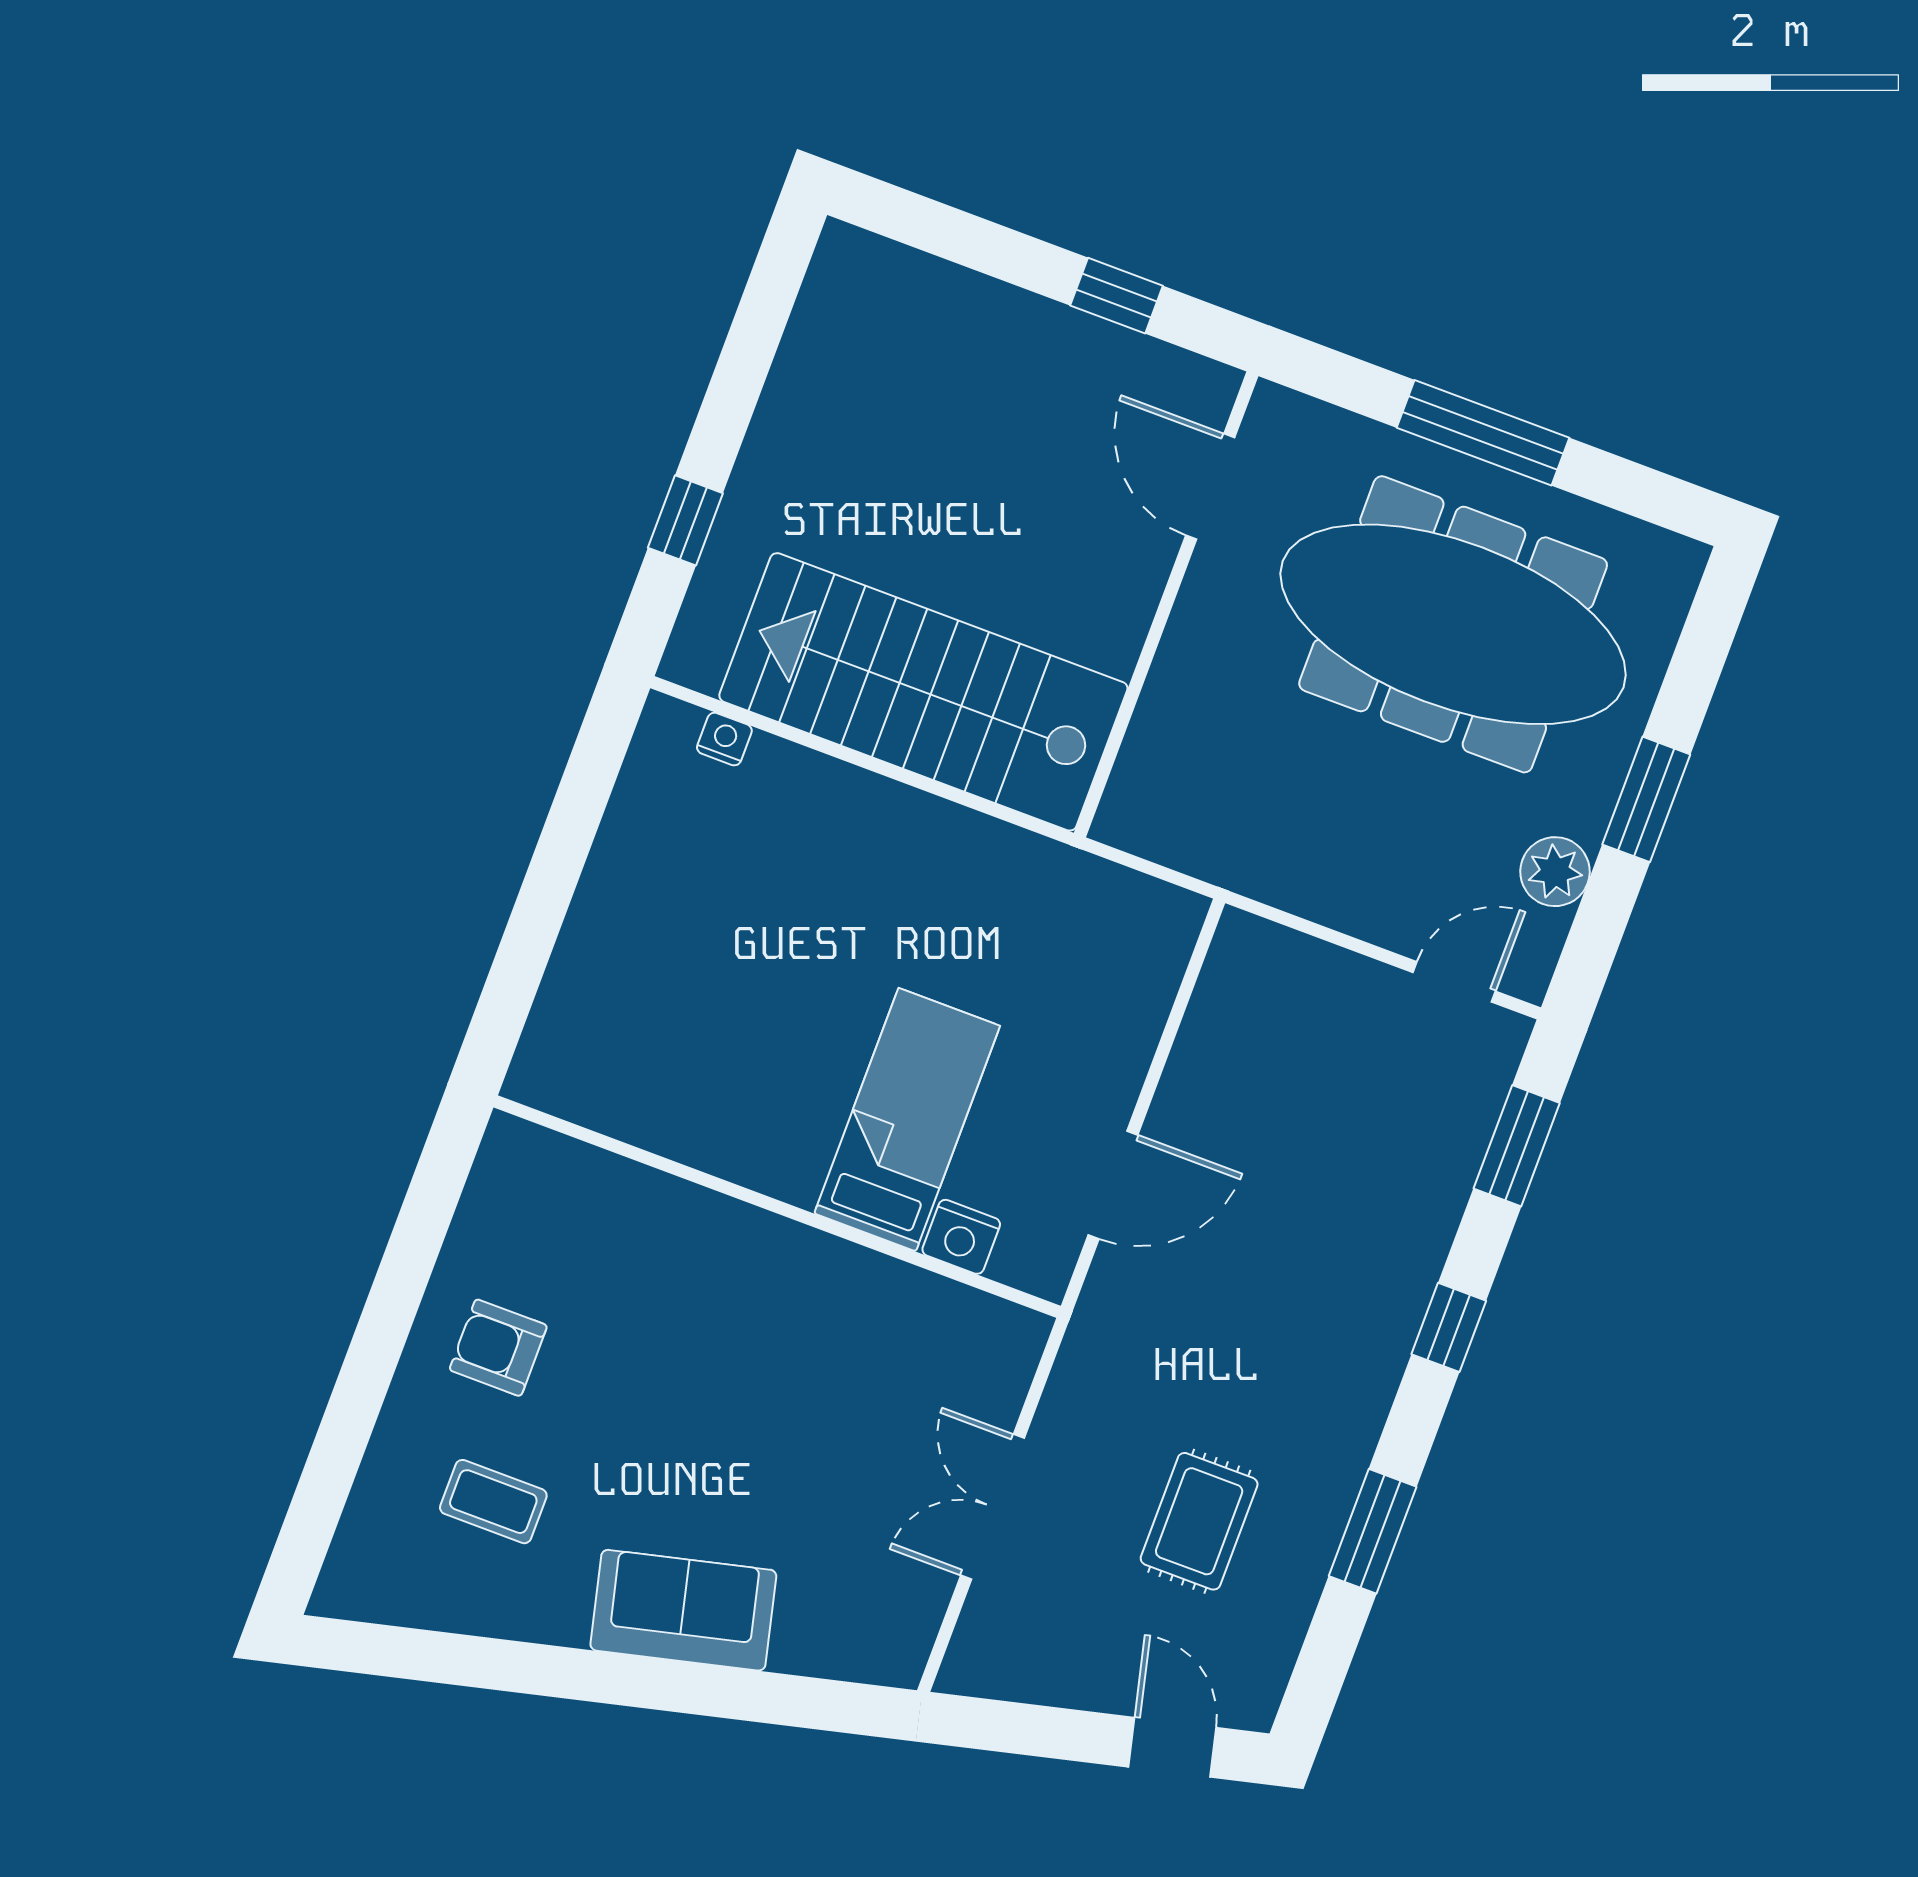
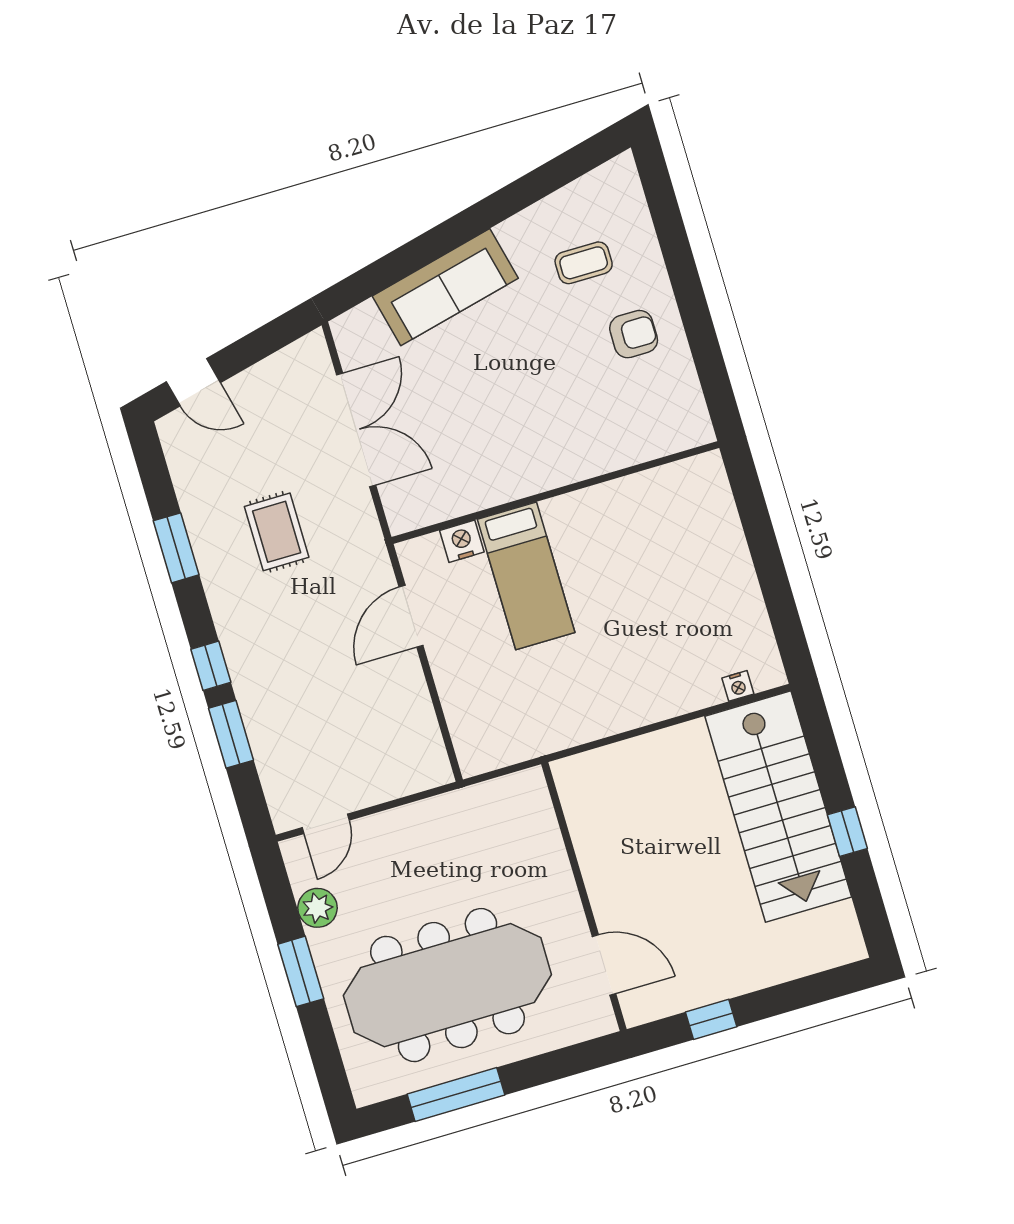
window: (1483, 433) -> (456, 1094), moved
window: (685, 520) -> (847, 832), moved
stairs: (923, 692) -> (778, 807), moved, turned 90
window: (1517, 1146) -> (231, 734), moved
double door: (993, 1507) -> (356, 430), width x1.37
rug: (1199, 1521) -> (277, 532), moved
sofa: (683, 1610) -> (445, 287), width x1.36

